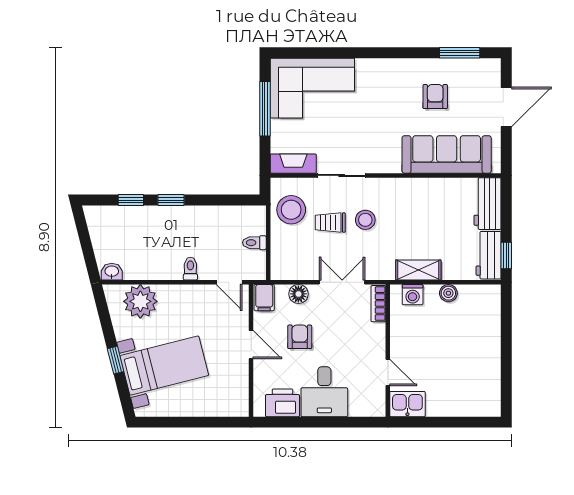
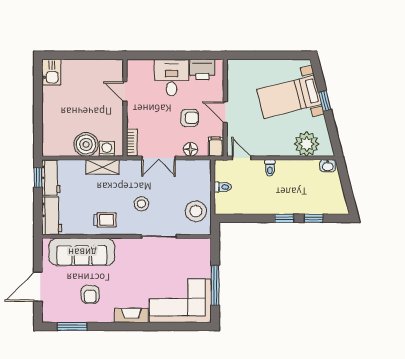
fireplace: (293, 164) -> (131, 315), moved, turned 180
trolley: (330, 223) -> (105, 220), moved
boiler: (448, 293) -> (86, 144), width x1.86, depth x1.86
armchair: (300, 337) -> (190, 118), turned -90
kitchen sink: (407, 404) -> (51, 72), moved, turned -90

